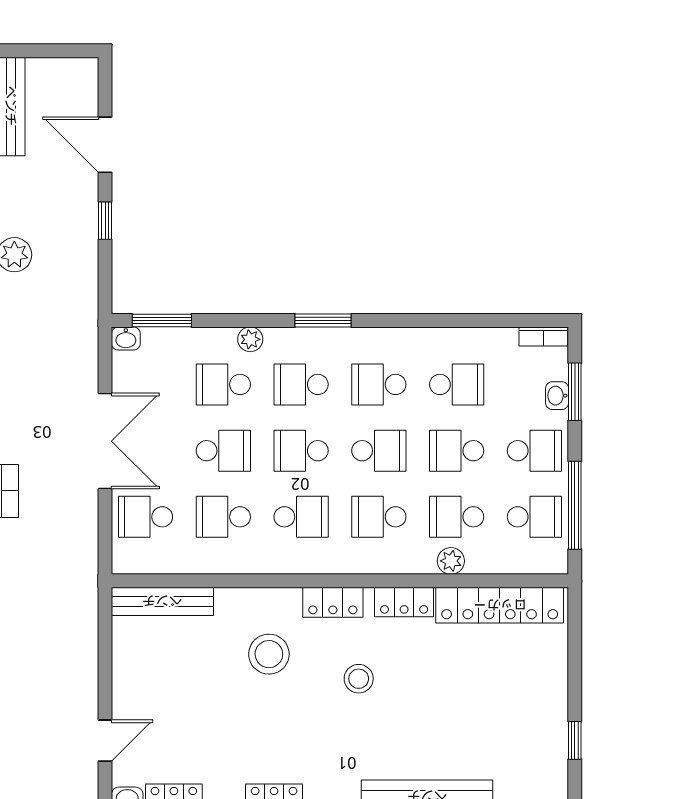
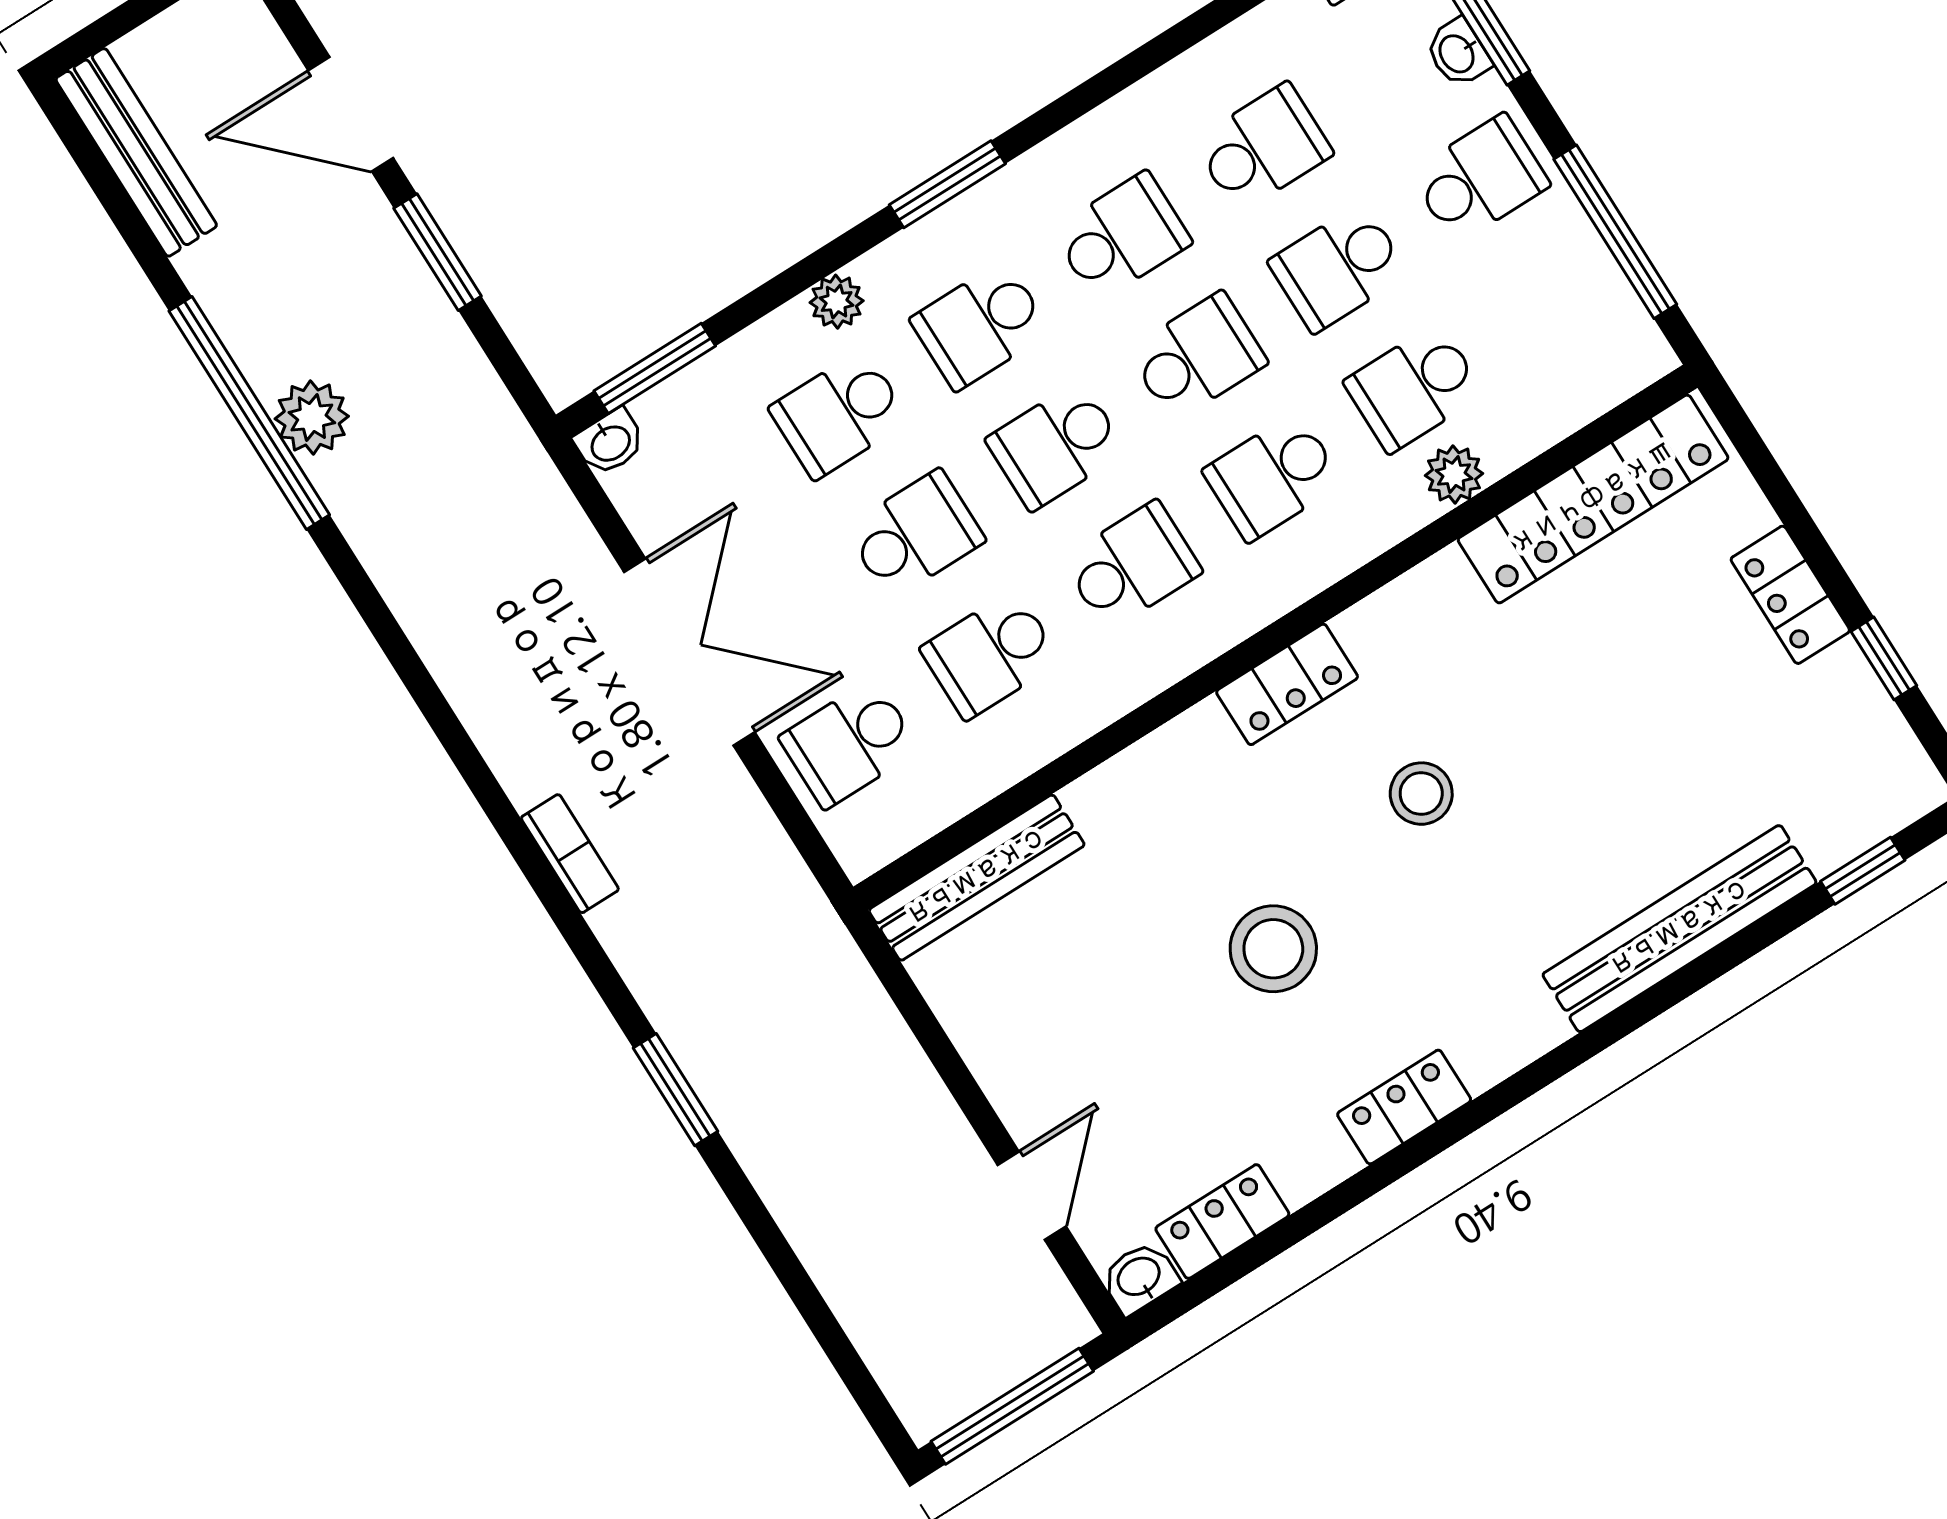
window: (105, 221) -> (438, 252), width x1.50
school desk: (379, 384) -> (1122, 236), turned 180
school desk: (534, 517) -> (1555, 299), removed
locker: (404, 602) -> (1790, 595), moved, turned 90
stool: (269, 654) -> (1273, 949), moved

